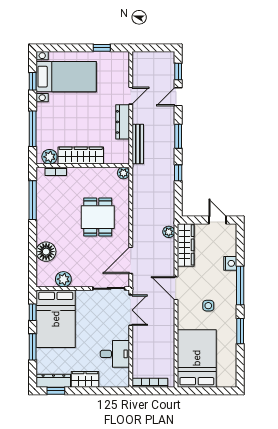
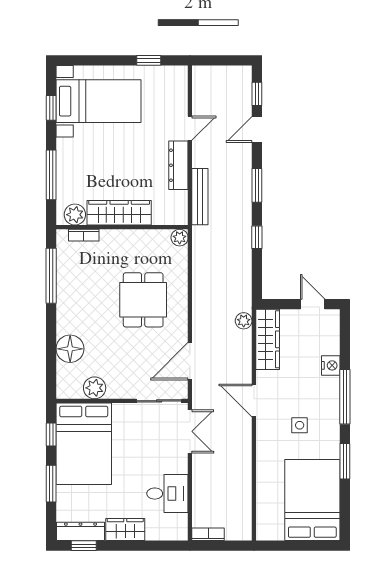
bed: (197, 358) -> (312, 500), moved
bookcase: (150, 383) -> (208, 534), width x0.64

